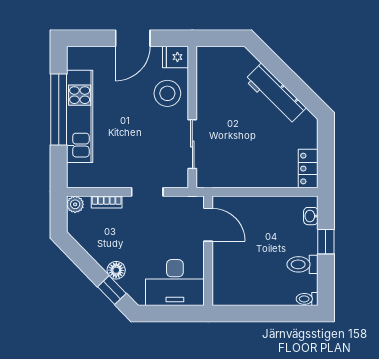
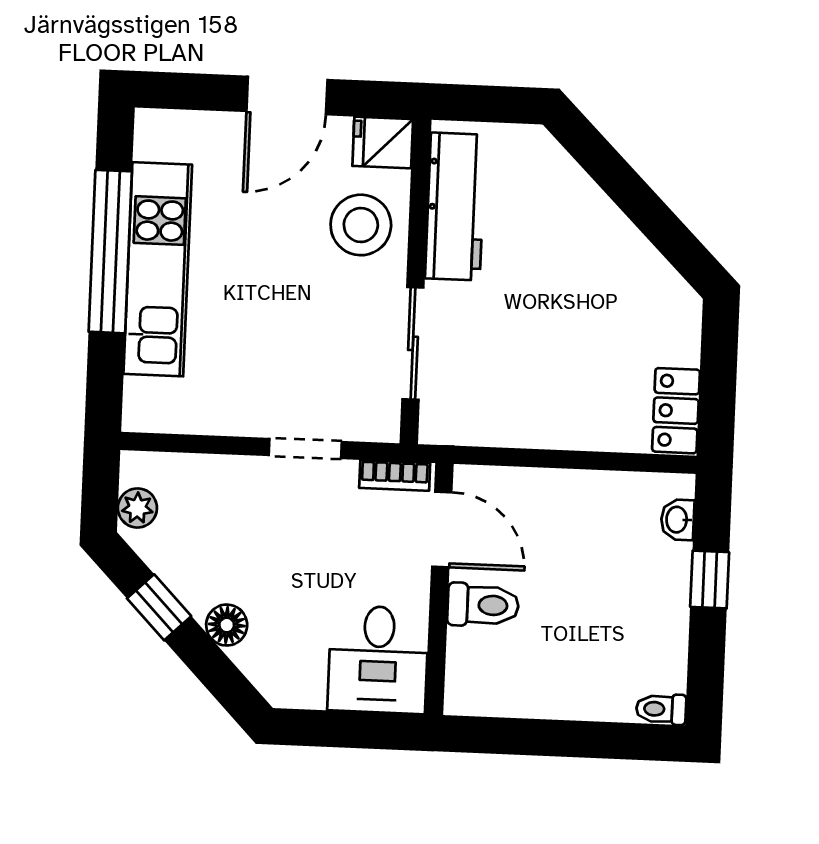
workbench: (275, 94) -> (455, 207), moved, turned -135
bookcase: (107, 202) -> (395, 475), moved
plant: (75, 204) -> (137, 508), moved
toilet: (302, 264) -> (483, 605), moved, turned 180
desk: (175, 282) -> (378, 660), width x0.73
window: (112, 290) -> (159, 607), moved

